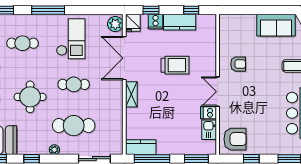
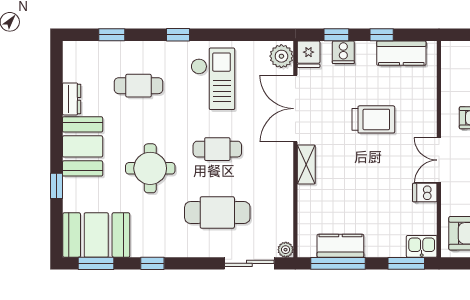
window: (48, 10) -> (178, 35), width x0.46
window: (191, 10) -> (382, 35), moved
kitchen counter: (180, 22) -> (401, 53), moved
kitchen sink: (209, 130) -> (422, 246), moved, turned 90
kitchen counter: (141, 147) -> (340, 246), moved
plant: (54, 150) -> (286, 250), moved

